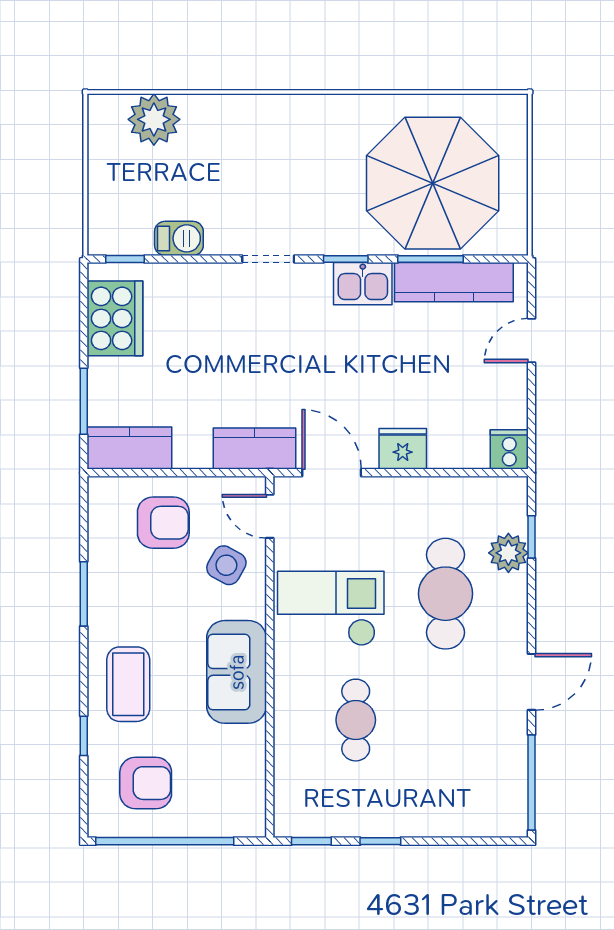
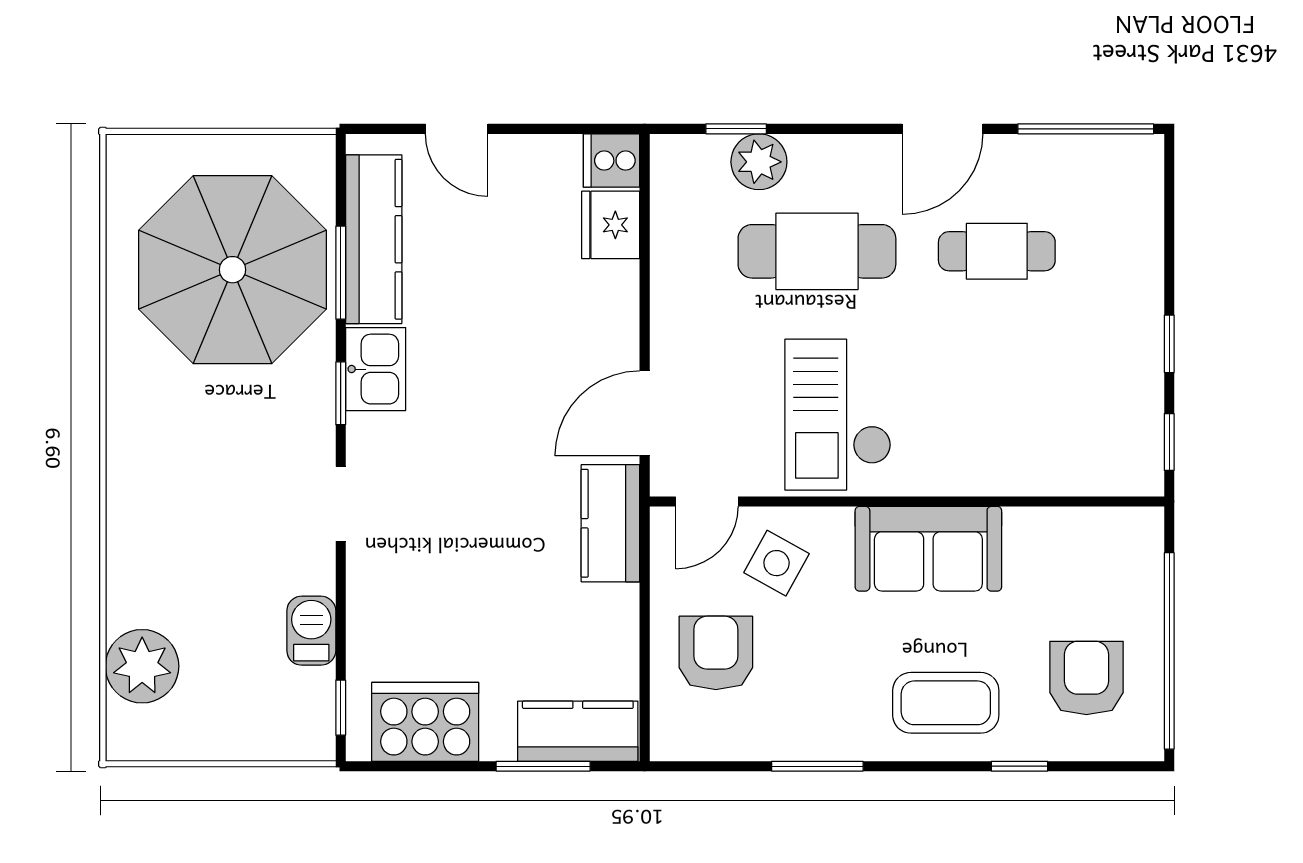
kitchen counter: (129, 448) -> (578, 731), moved, turned 90
fridge: (403, 449) -> (611, 225), moved
door: (531, 682) -> (942, 129), swing flipped
cafe table: (356, 720) -> (997, 251), moved

